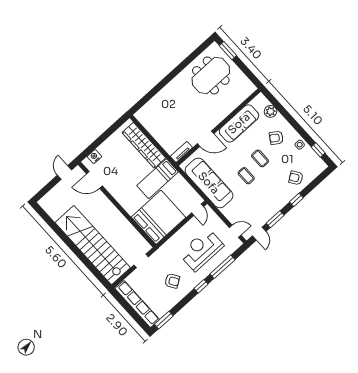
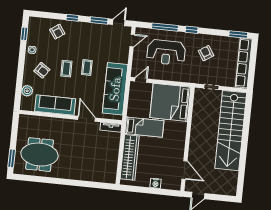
nightstand: (94, 156) -> (156, 183), moved
door: (235, 231) -> (132, 40), swing flipped

